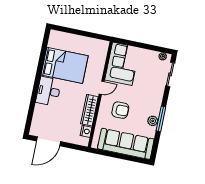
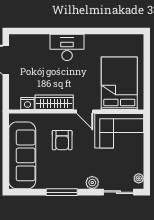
bed: (65, 65) -> (119, 83), moved, turned 180
plant: (153, 121) -> (92, 183), moved

